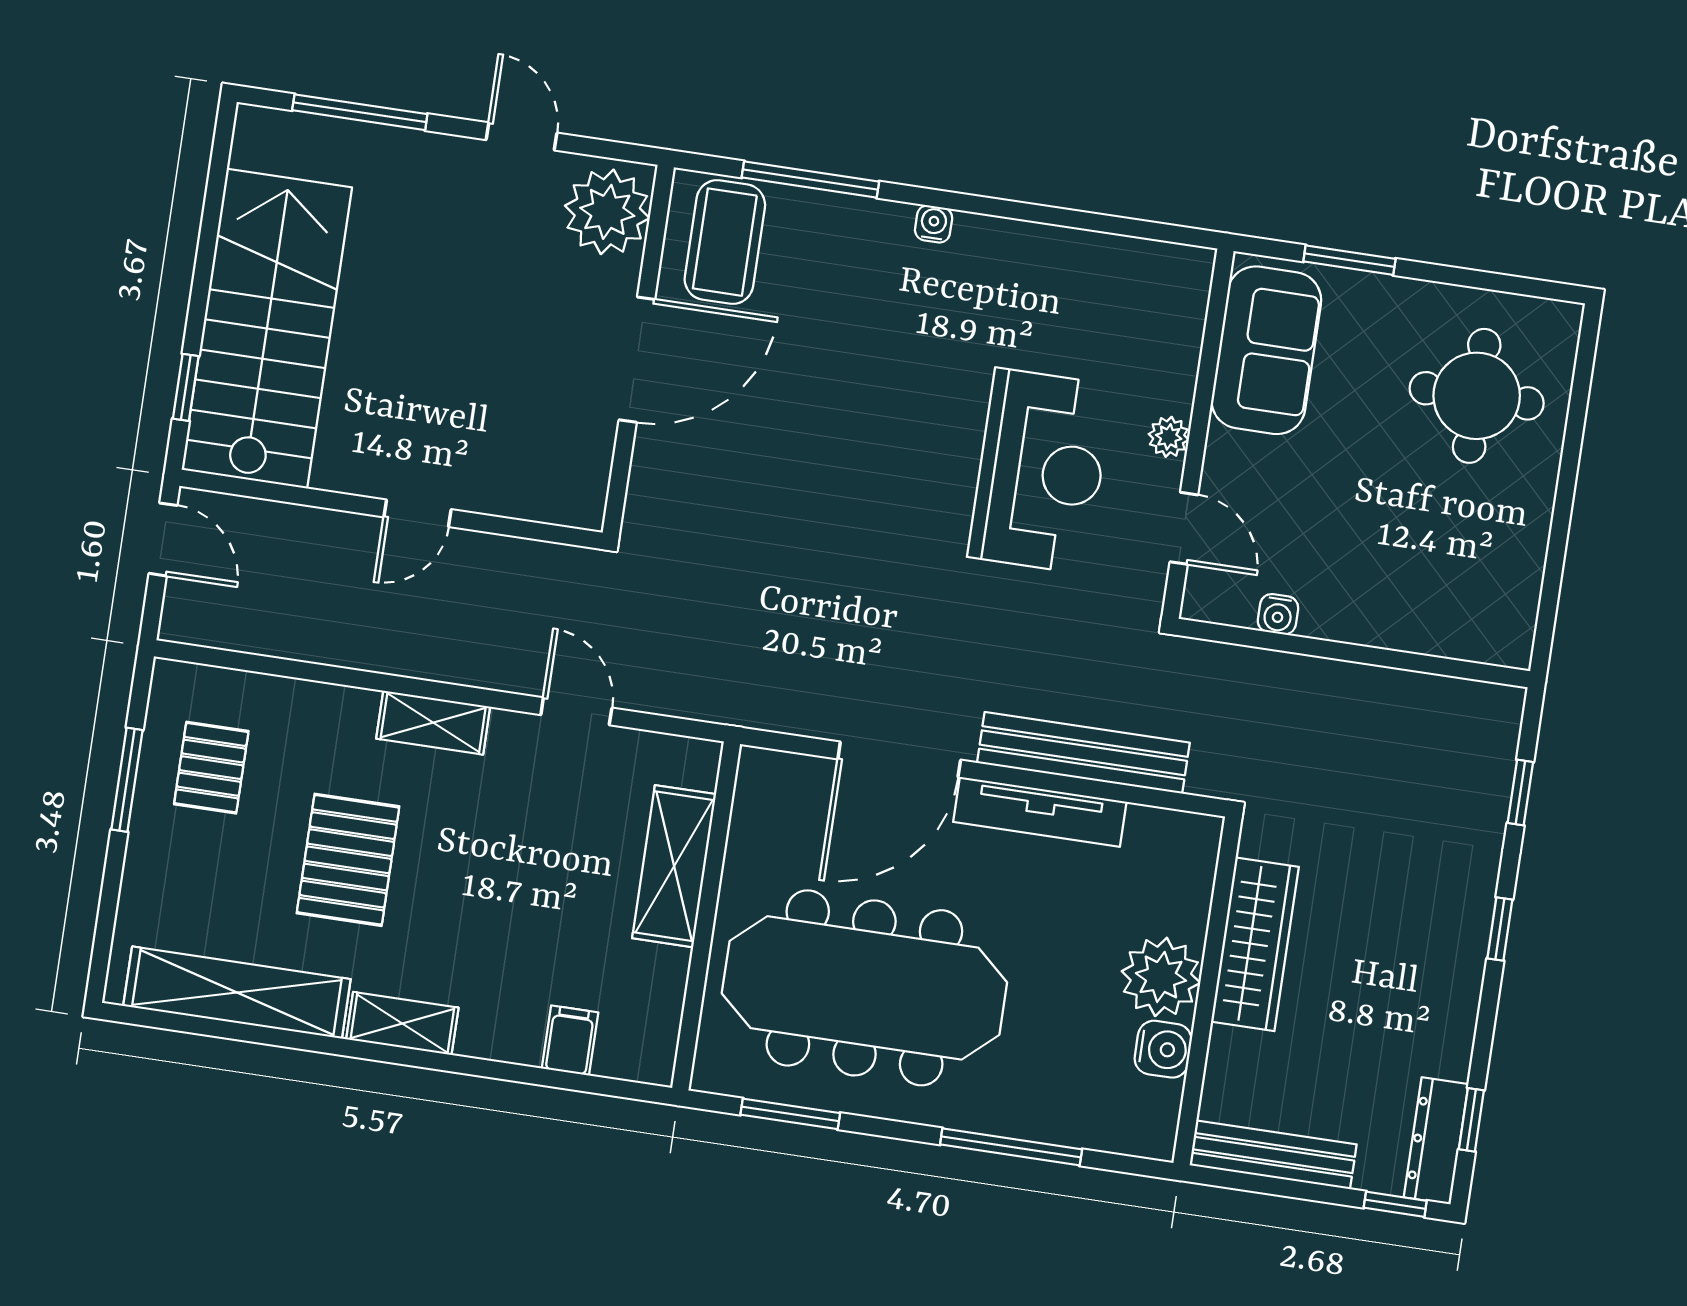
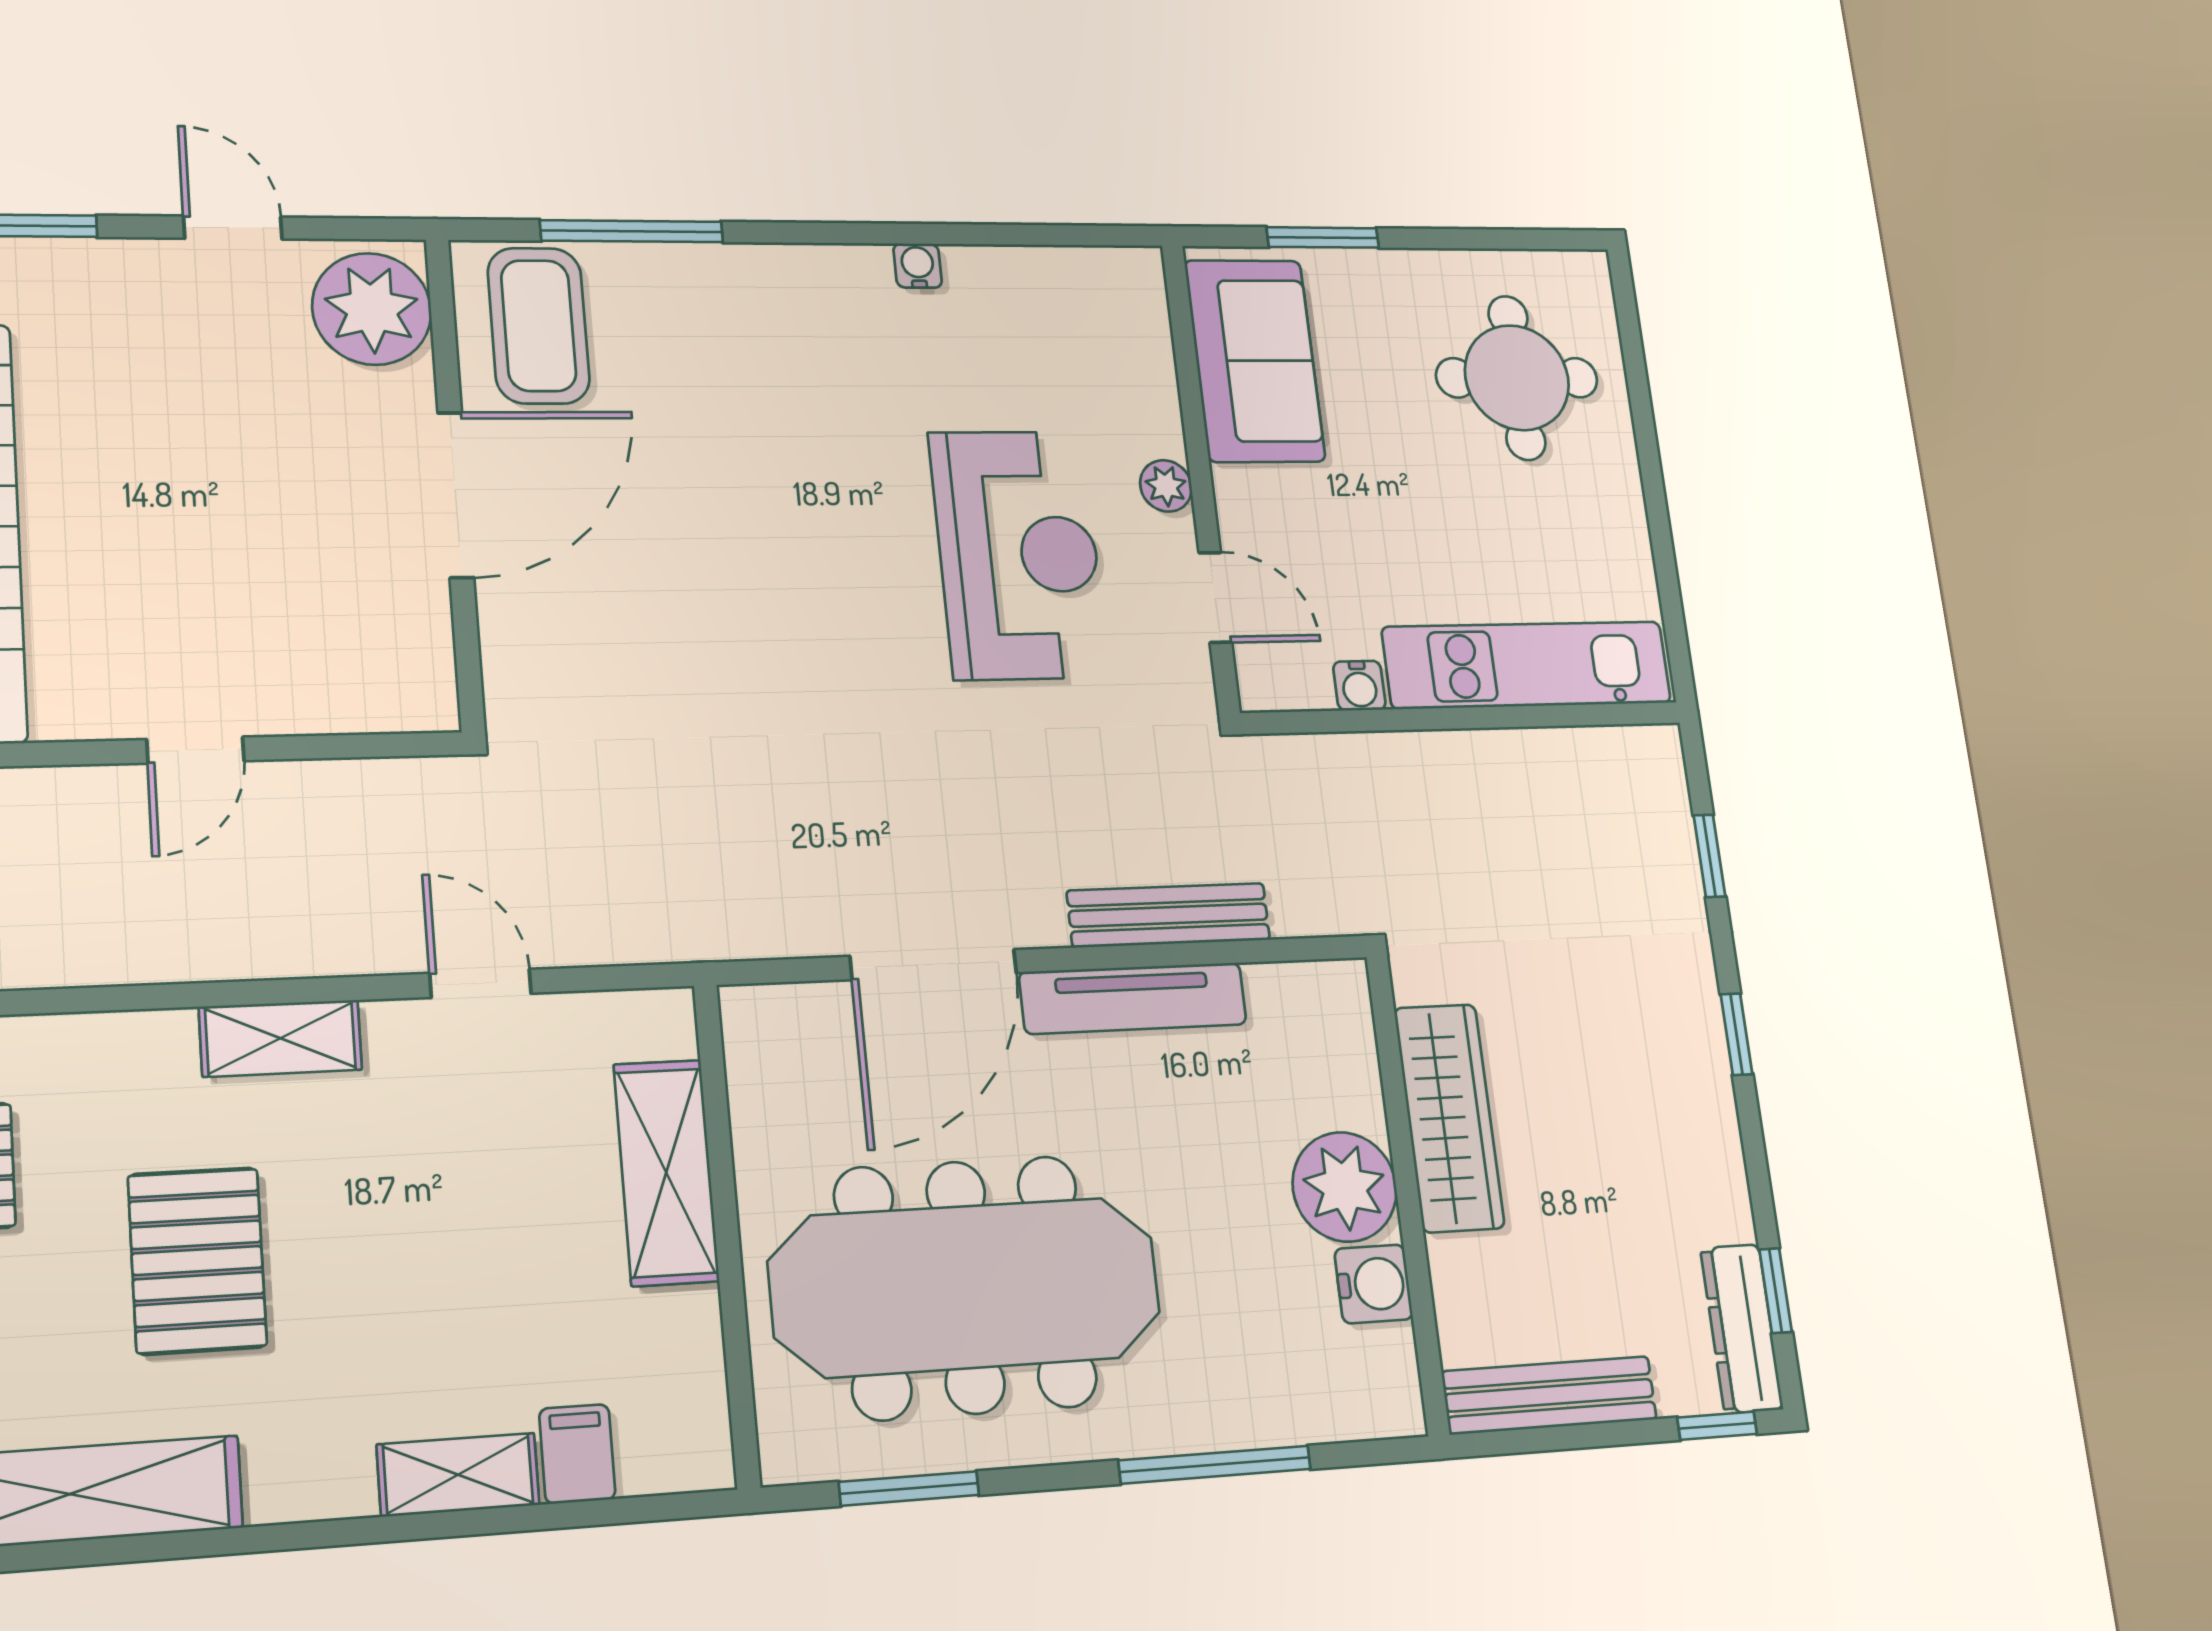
water cooler: (934, 224) -> (918, 266), moved
kitchen unit: (1417, 622) -> (1527, 665), added
bench: (1083, 753) -> (1169, 915), width x0.73, depth x0.82
shelving: (402, 1023) -> (458, 1475), moved

